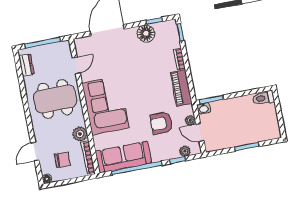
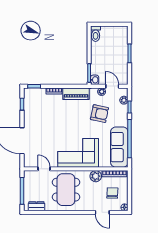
floor lamp: (146, 33) -> (30, 112), removed
armchair: (161, 123) -> (99, 114), turned -78
door: (200, 133) -> (112, 86), swing flipped

